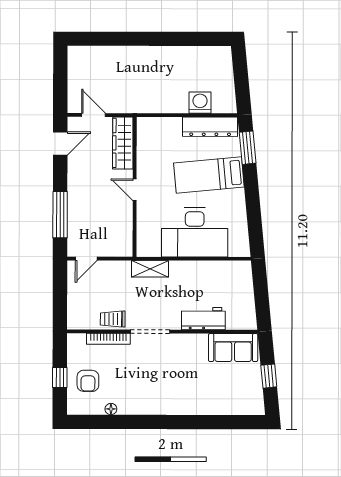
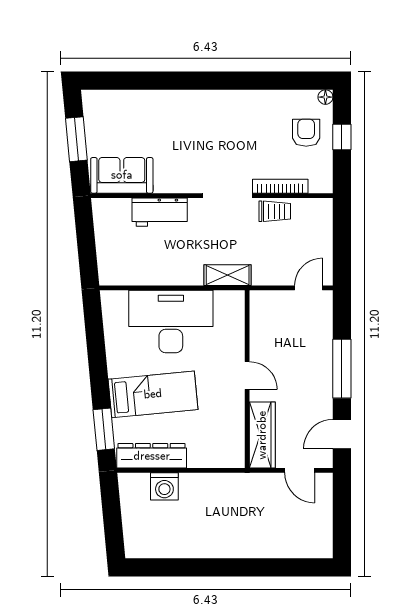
window: (60, 215) -> (342, 369), moved
window: (269, 376) -> (76, 139), width x1.50
floor lamp: (111, 409) -> (325, 97), moved

